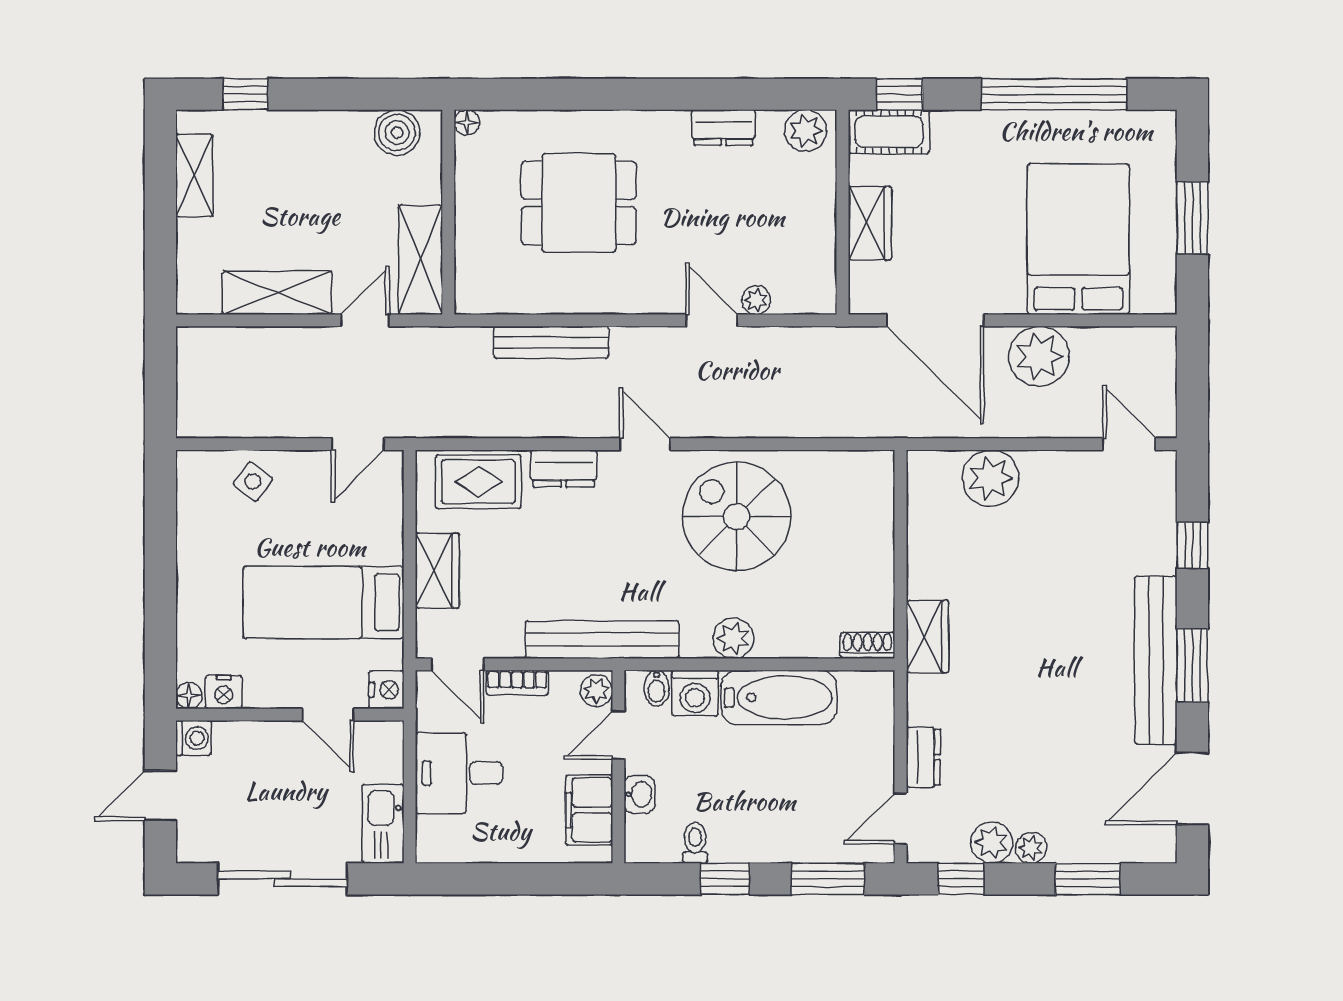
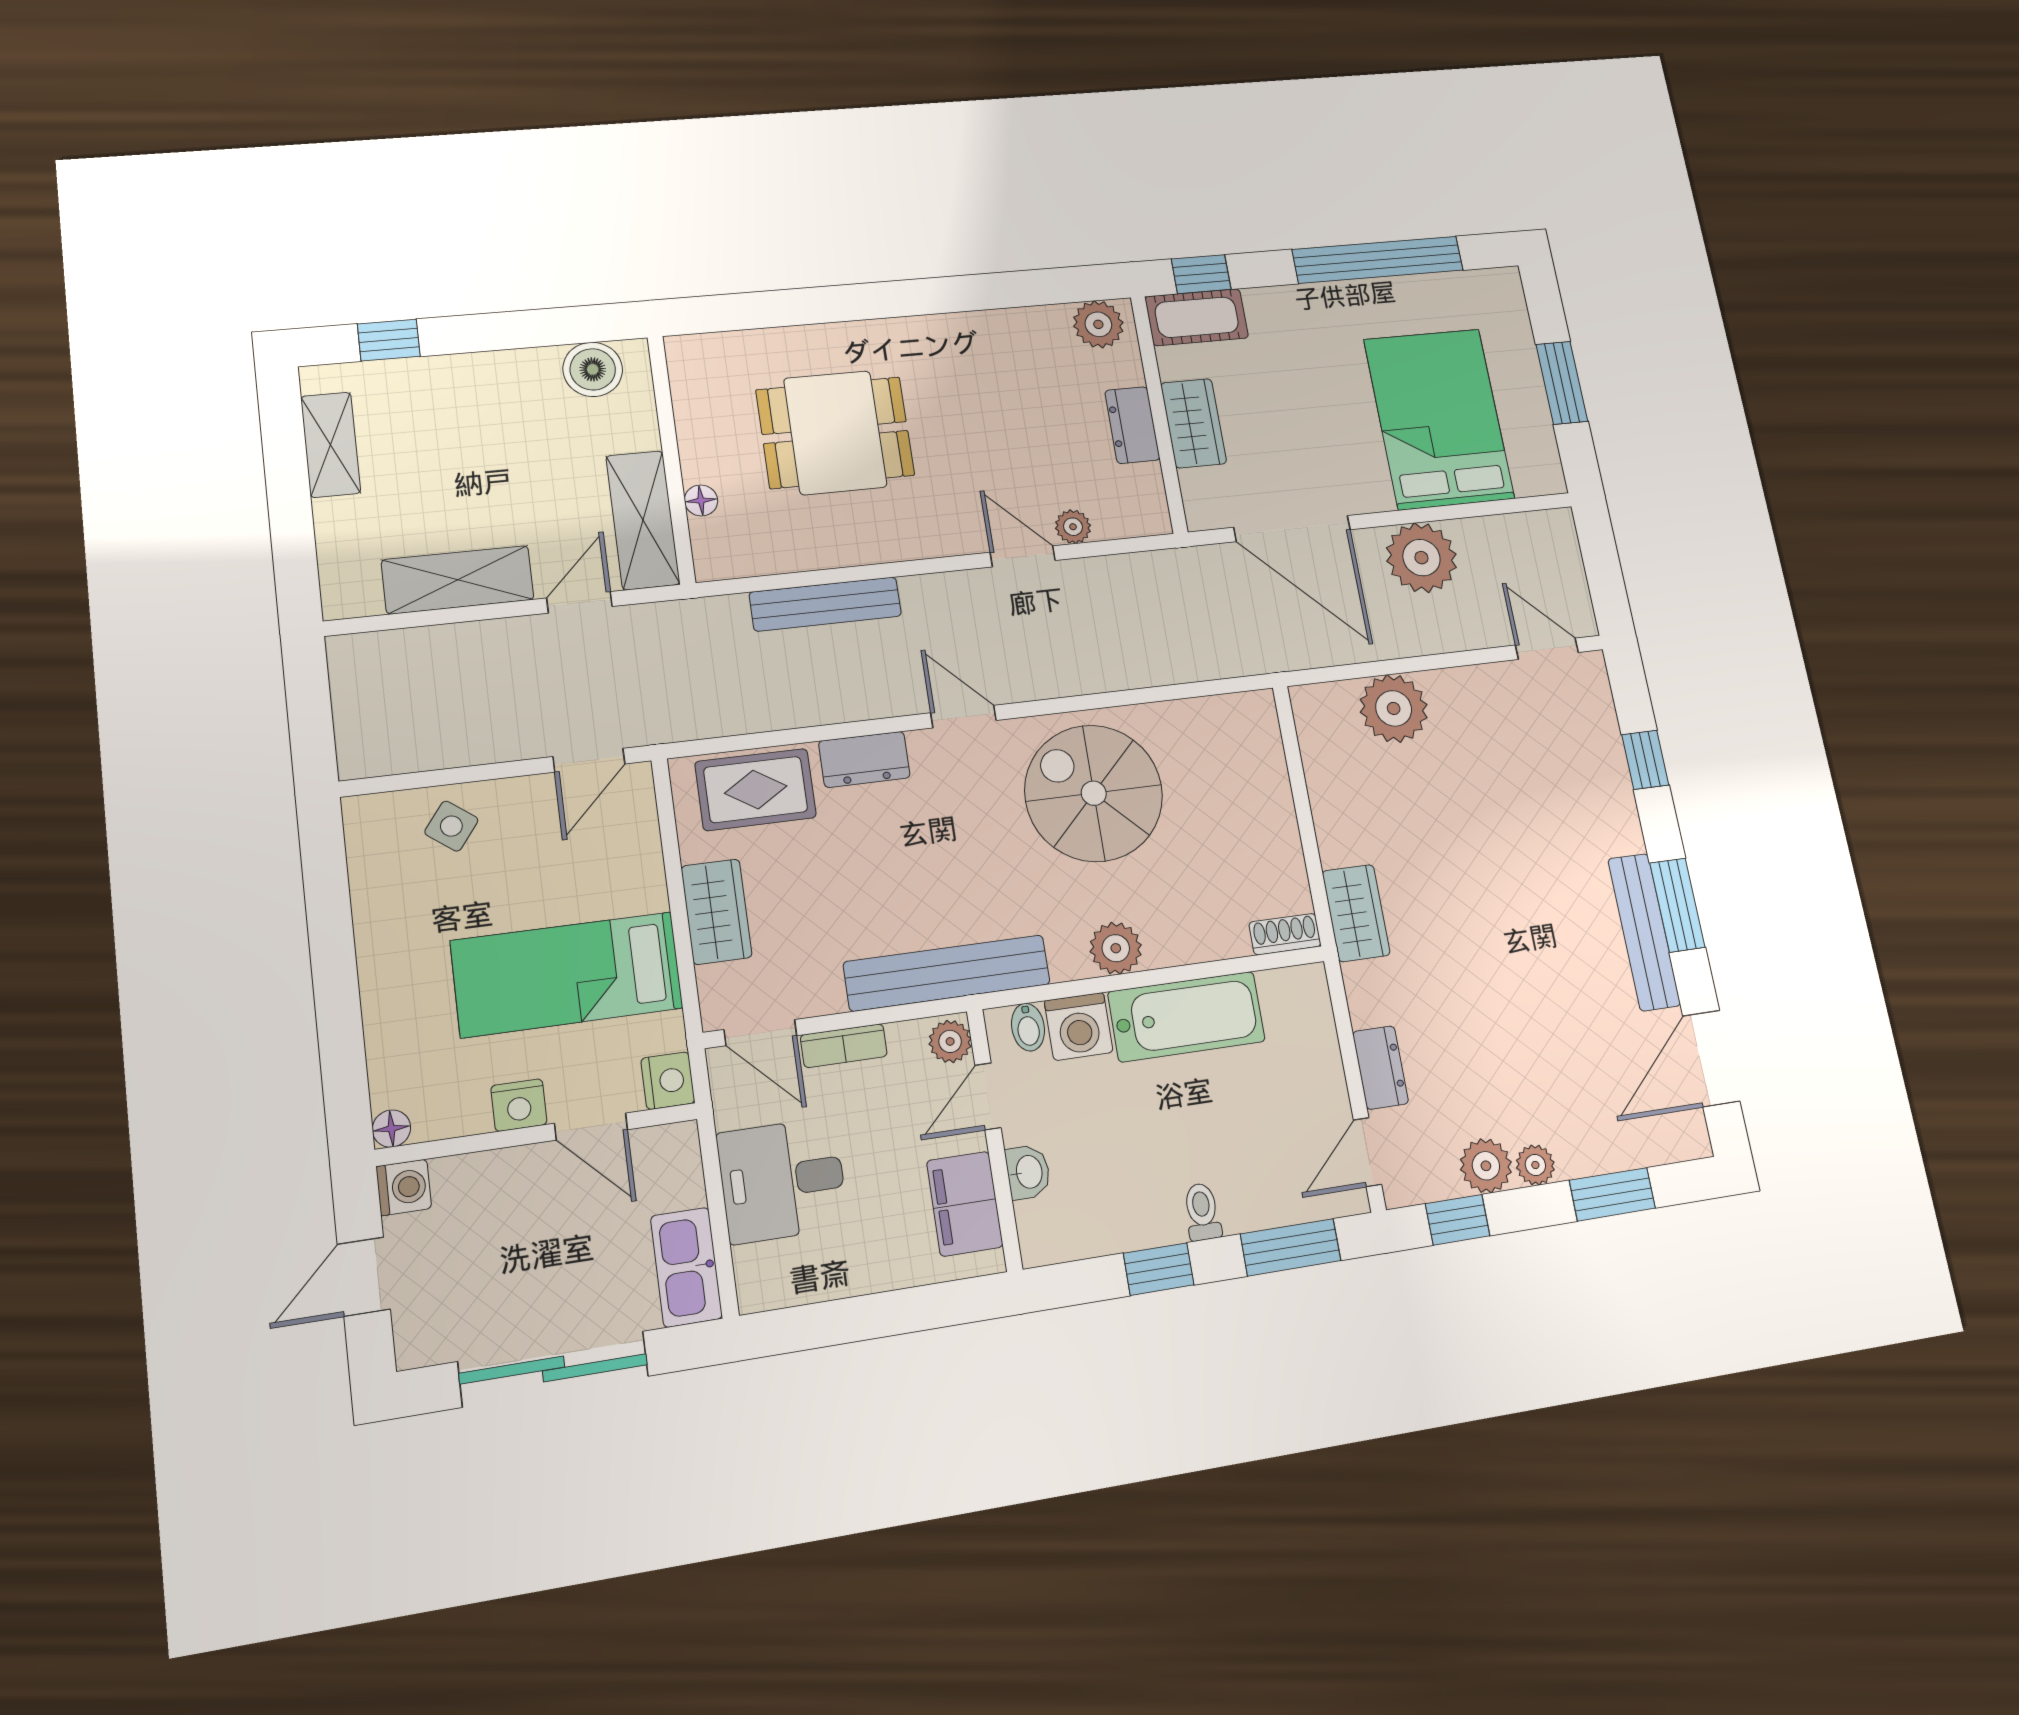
floor lamp: (467, 122) -> (701, 500), moved
dresser: (723, 128) -> (1132, 425), moved, turned 90
bench: (1156, 660) -> (1644, 932), width x0.73, depth x0.82
nightstand: (224, 692) -> (519, 1105), moved
toilet: (695, 843) -> (1202, 1212), moved

